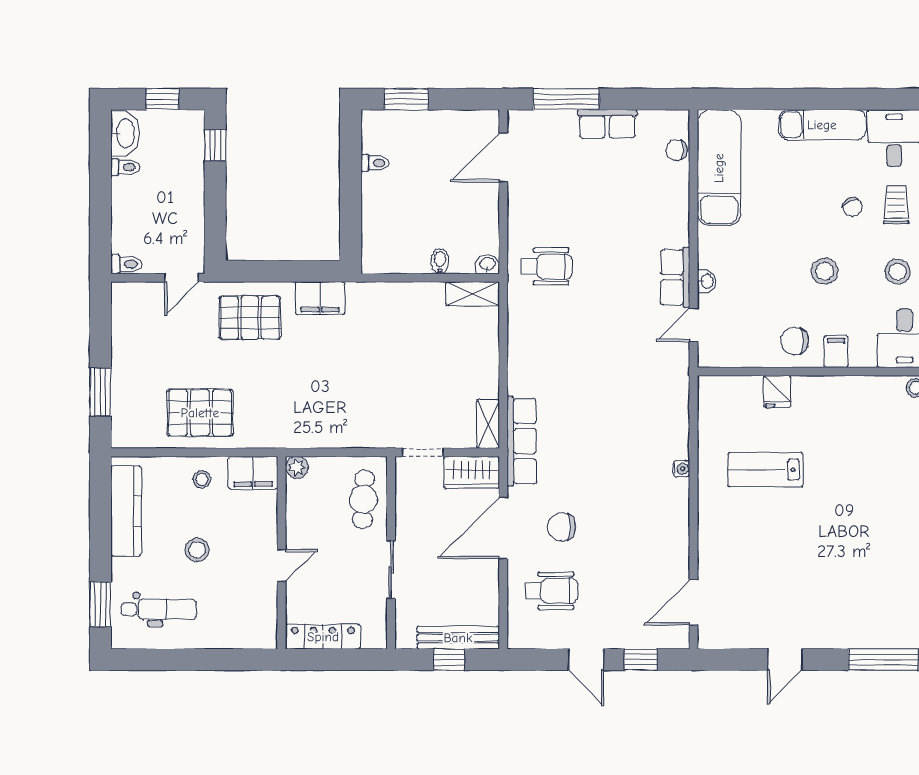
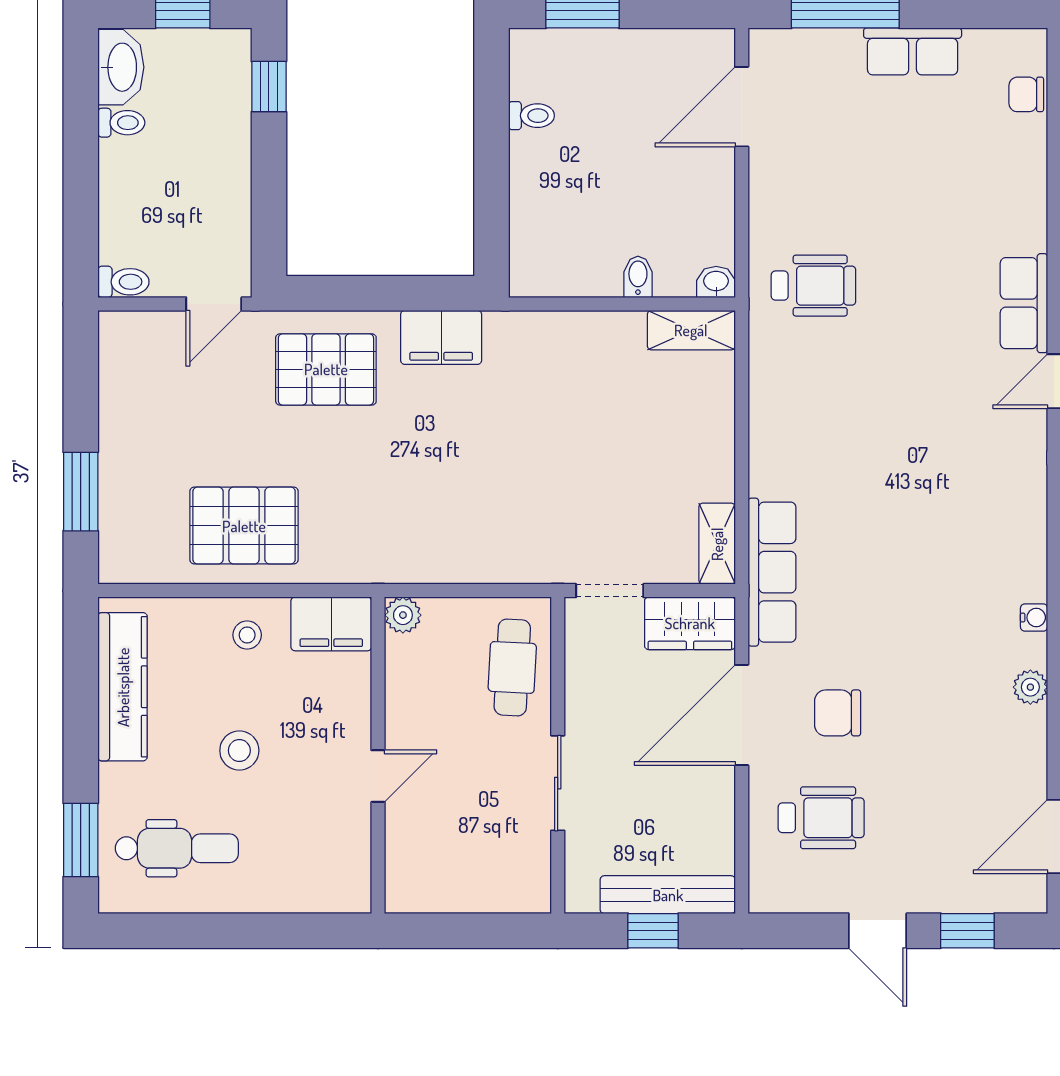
plant: (679, 511) -> (1030, 687), added
locker: (323, 637) -> (446, 893), removed

